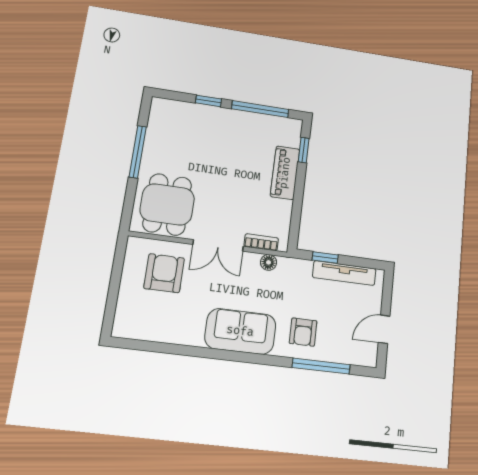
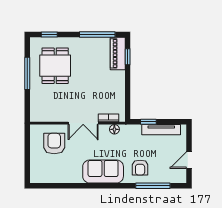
window: (208, 101) -> (49, 34), moved
piano: (285, 173) -> (118, 53), moved
dining table: (167, 204) -> (55, 66), moved

